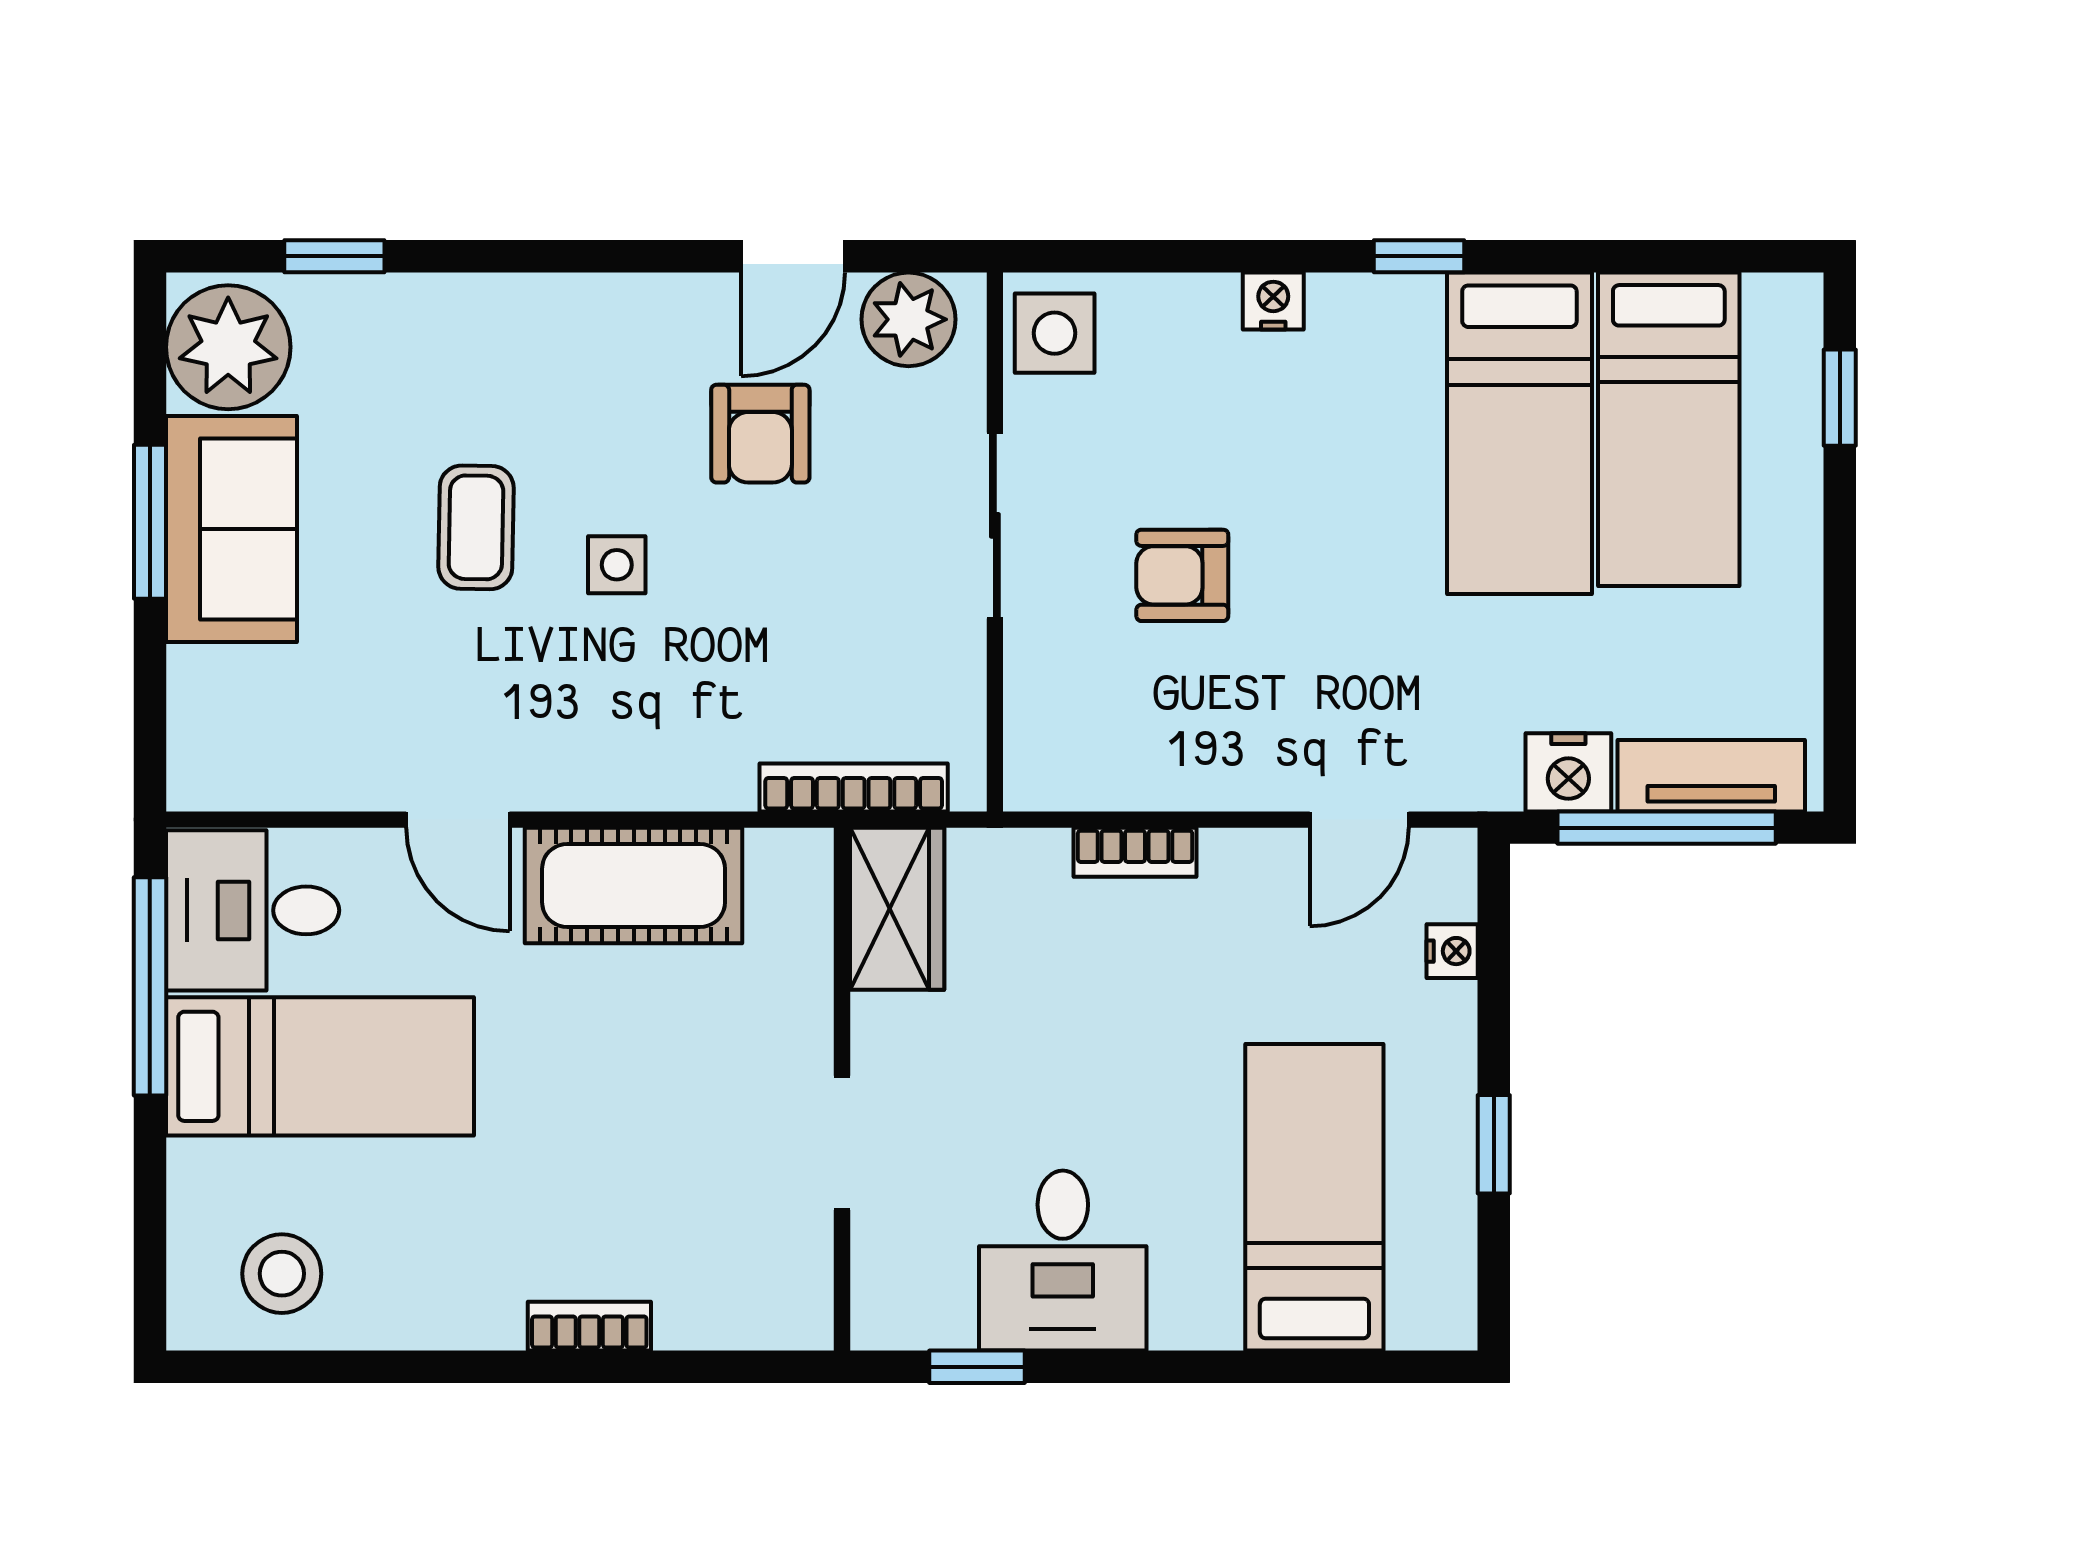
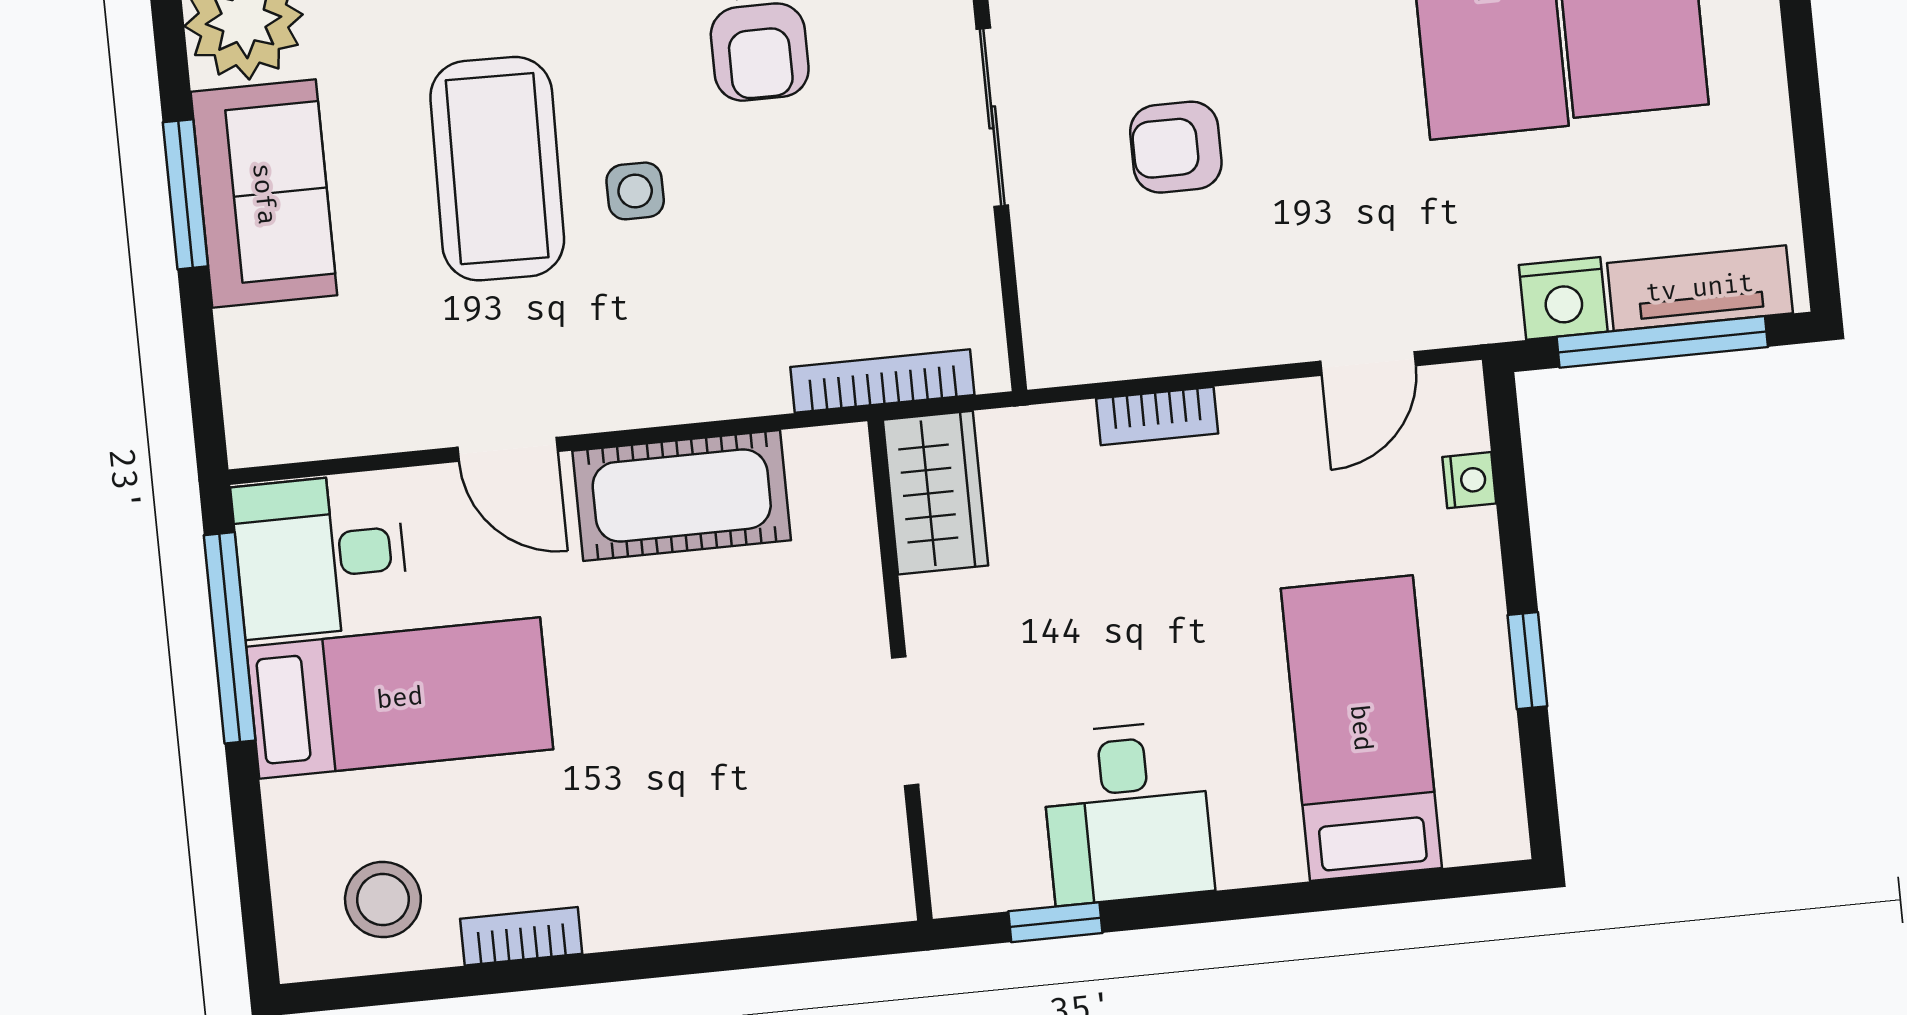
coffee table: (476, 527) -> (497, 169), width x1.86, depth x1.72
bookcase: (589, 1326) -> (521, 936), moved

